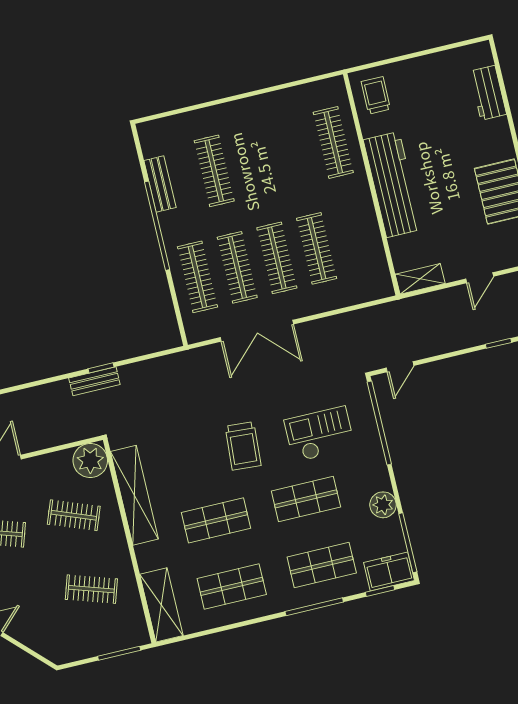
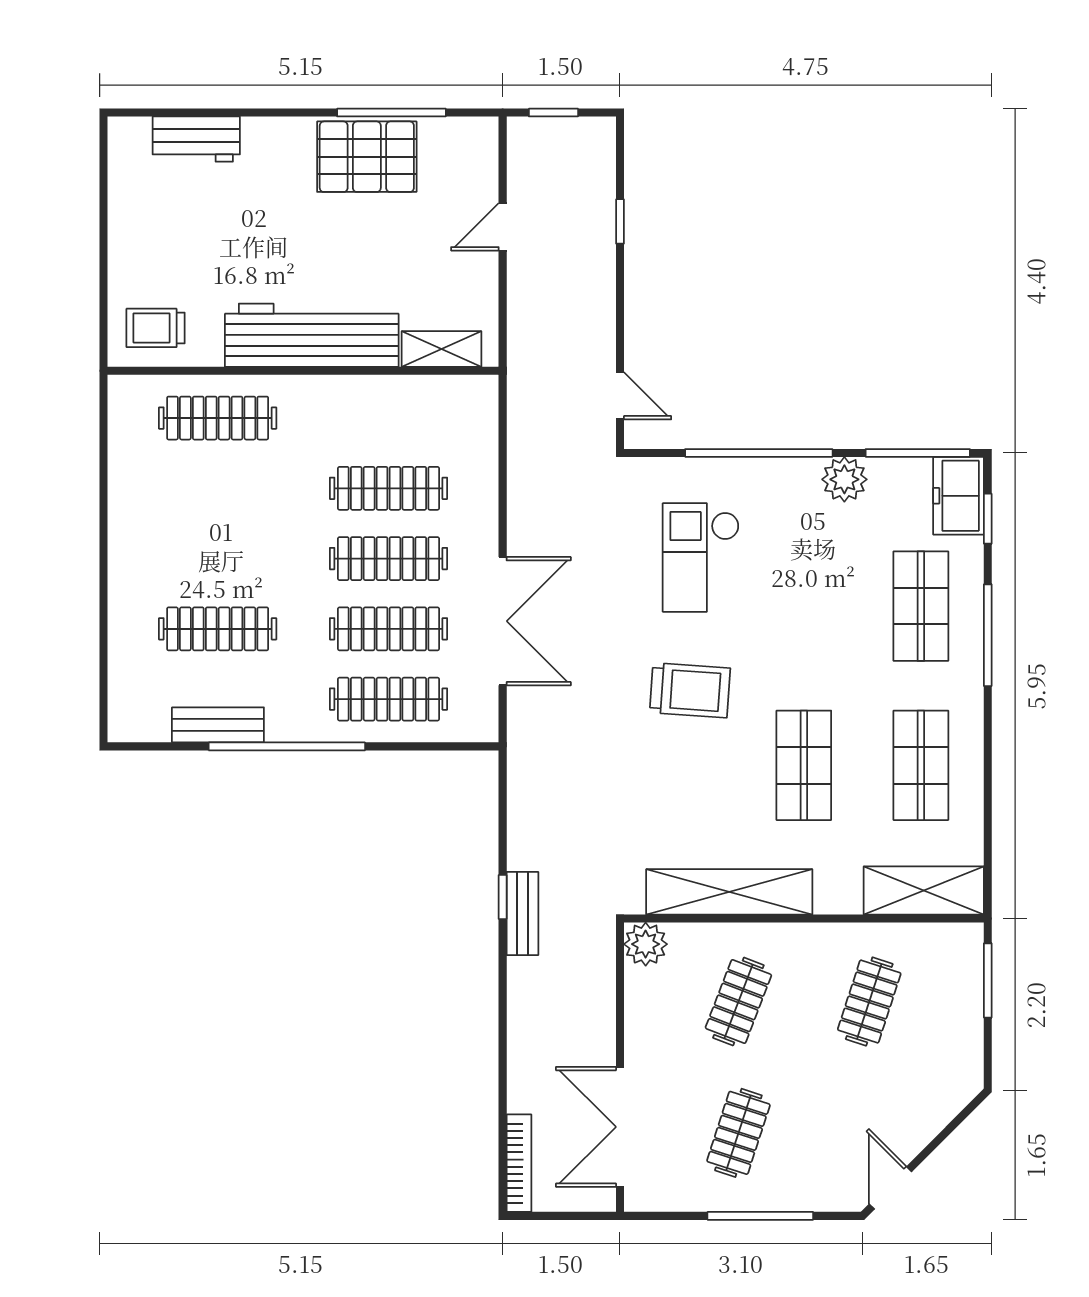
door: (480, 278) -> (503, 227), swing flipped
shelving: (420, 279) -> (442, 349), moved, turned 90
window: (379, 423) -> (759, 453), moved
plant: (90, 461) -> (646, 944), width x0.73, depth x0.73
shop shelf: (306, 499) -> (804, 606), removed

